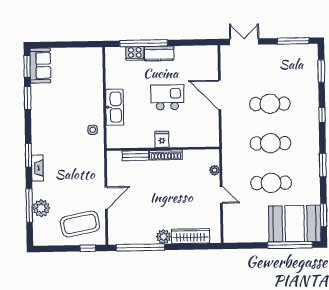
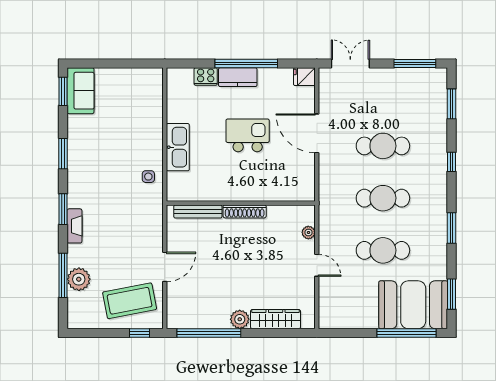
window: (144, 43) -> (246, 63), moved
window: (28, 98) -> (63, 154), moved
fridge: (162, 139) -> (304, 77), moved, turned -90
bench: (135, 156) -> (198, 211), width x1.36

